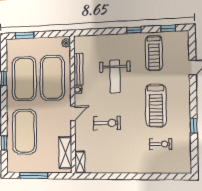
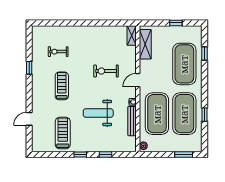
window: (168, 28) -> (105, 155), moved
weight bench: (115, 77) -> (98, 113), turned -90
treadmill: (156, 106) -> (62, 86), width x0.73, depth x0.73
window: (34, 176) -> (176, 23), width x0.46

